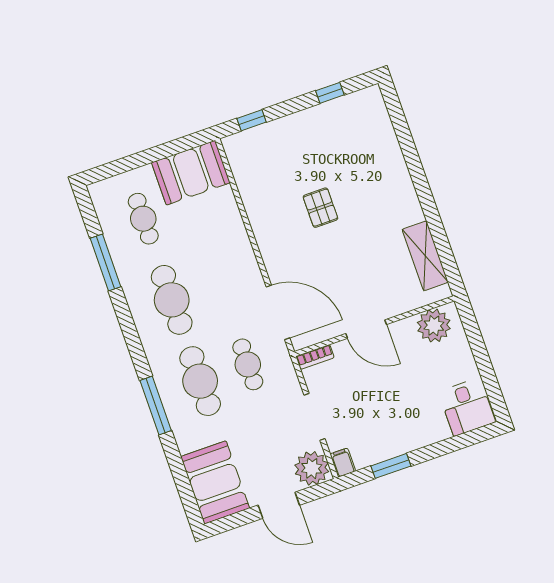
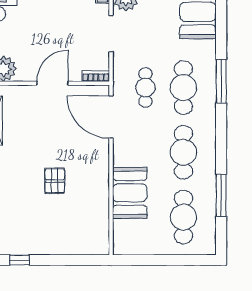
window: (252, 120) -> (82, 260), removed
booth: (191, 173) -> (130, 193), moved, turned 90
cafe table: (143, 219) -> (183, 217), width x1.37, depth x1.35
door: (366, 329) -> (53, 83), hinge flipped

